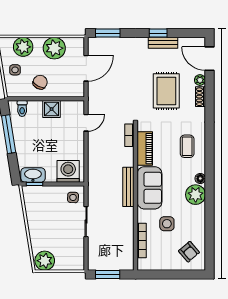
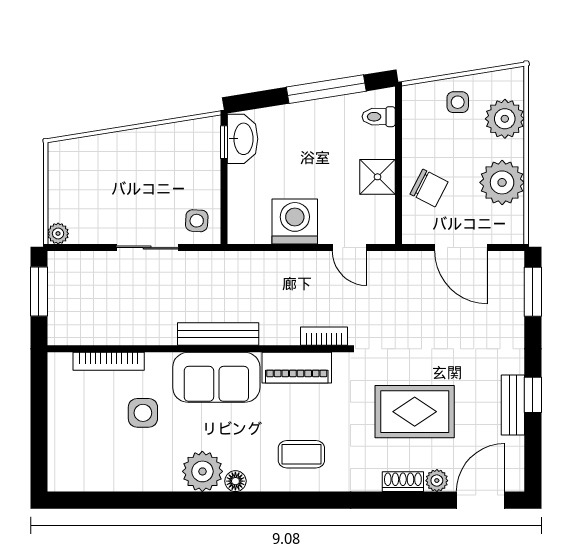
chair: (40, 82) -> (429, 188), moved
washing machine: (68, 171) -> (295, 221), moved, turned -90
armchair: (189, 252) -> (86, 458), removed
plant: (45, 261) -> (58, 234), moved, width x0.53, depth x0.53

